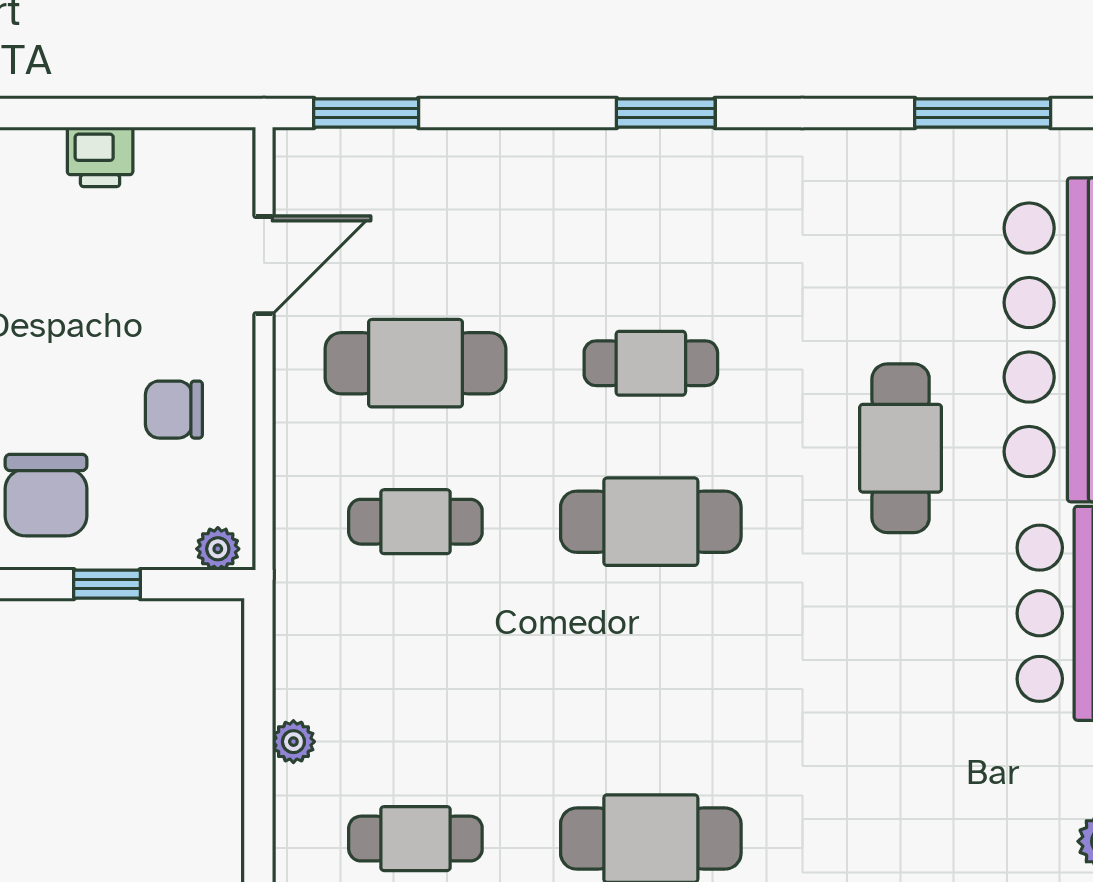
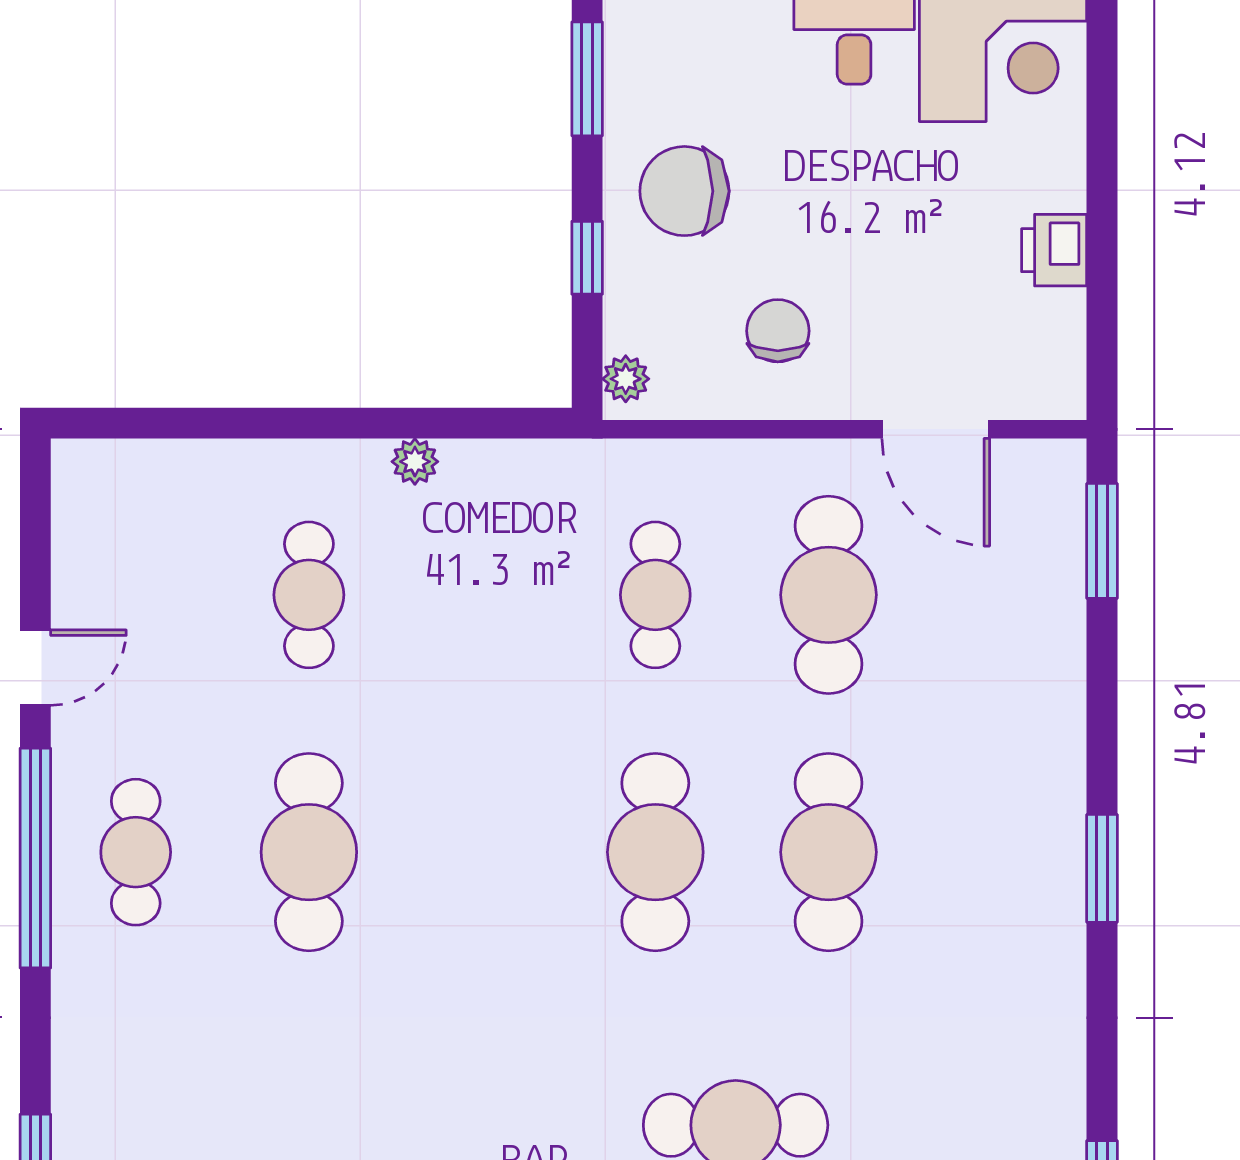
cafe table: (651, 363) -> (828, 852), width x1.37, depth x1.35

